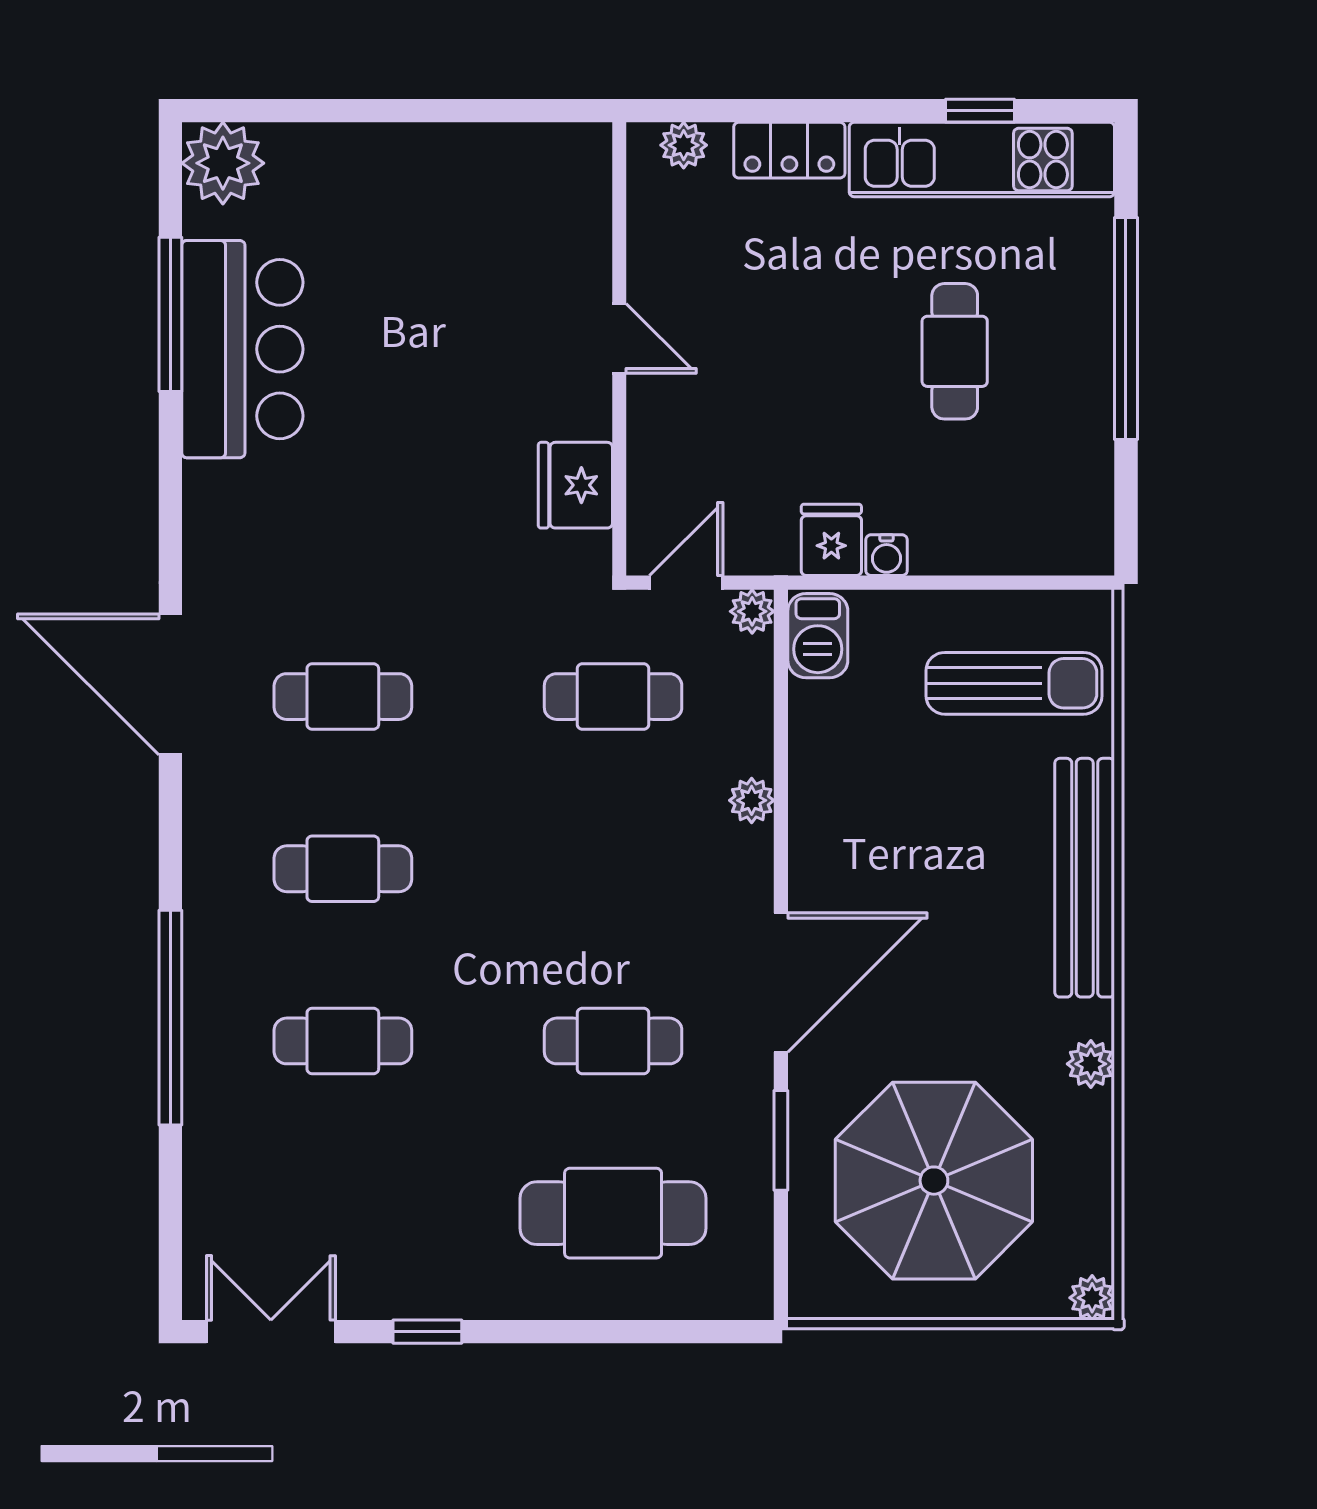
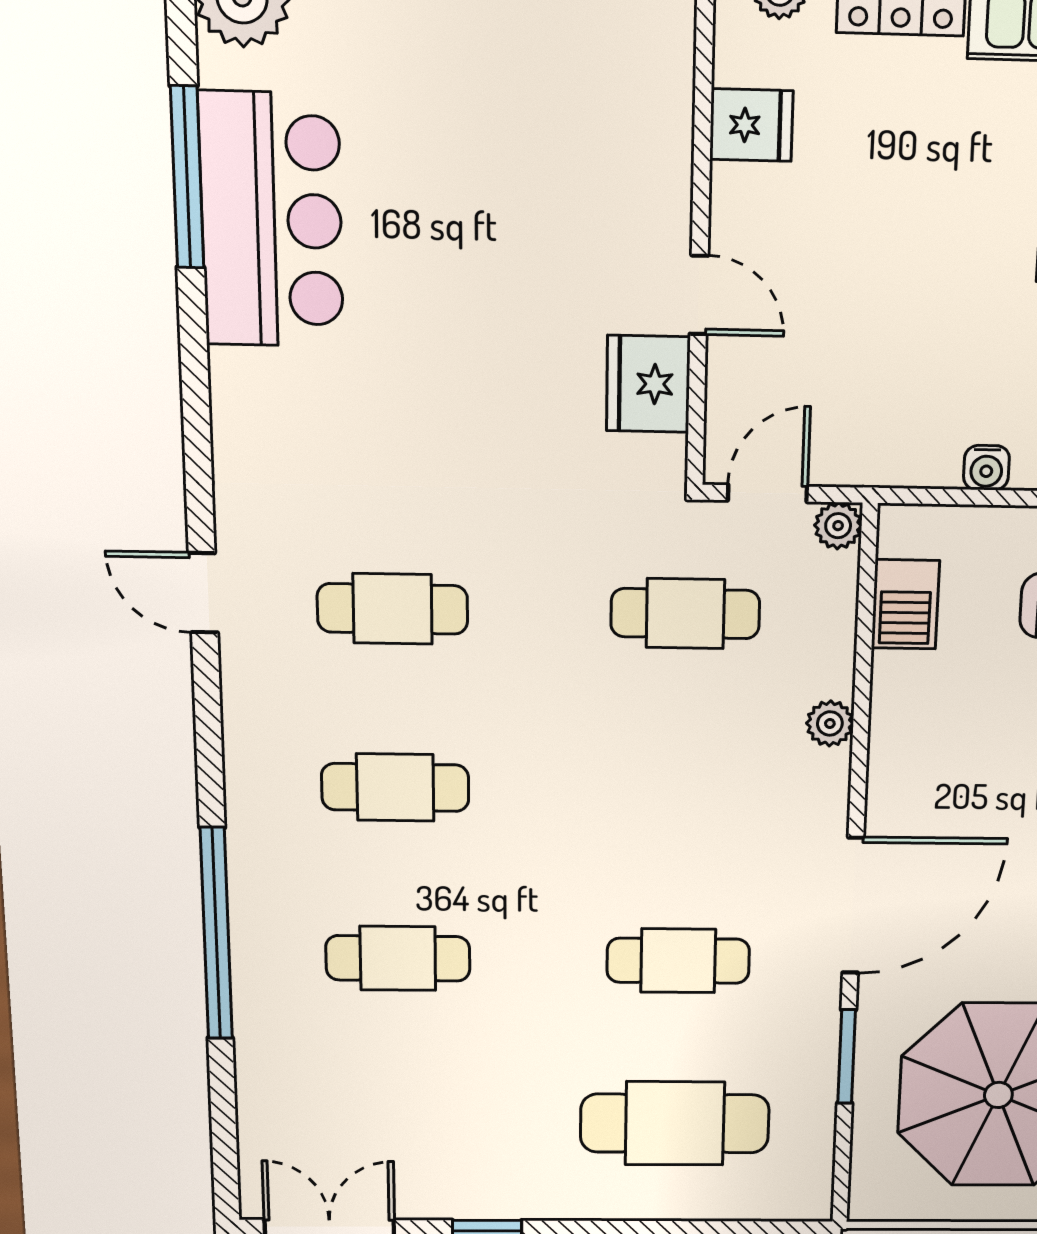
door: (619, 339) -> (699, 295), moved
fridge: (831, 540) -> (751, 125), moved, turned 90
barbecue: (818, 636) -> (905, 604), moved
door: (170, 684) -> (203, 593), width x0.53

